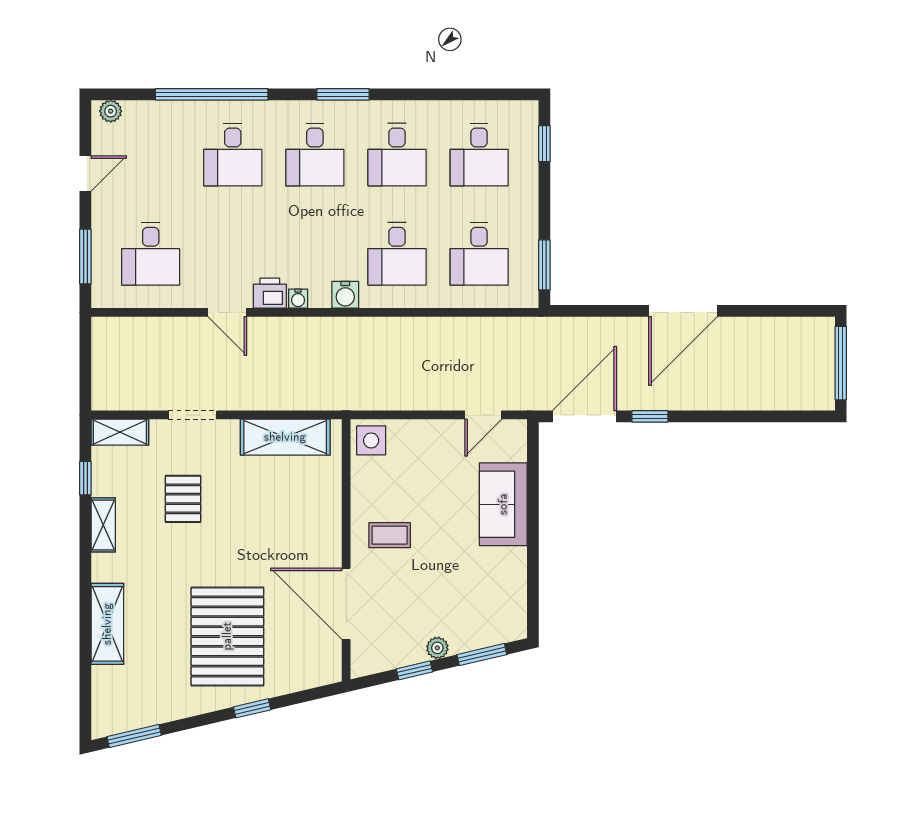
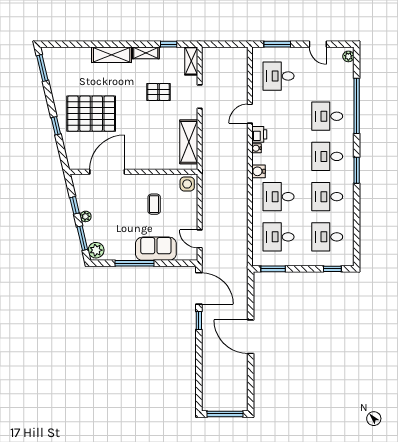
coffee table: (390, 535) -> (154, 204), moved
window: (533, 548) -> (134, 263), added
shelving: (107, 624) -> (112, 55), moved
plant: (506, 626) -> (96, 250), added

